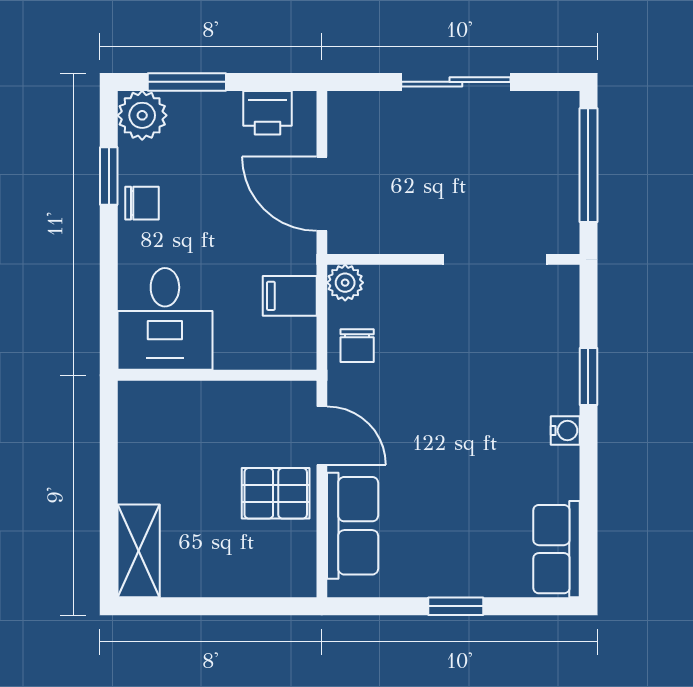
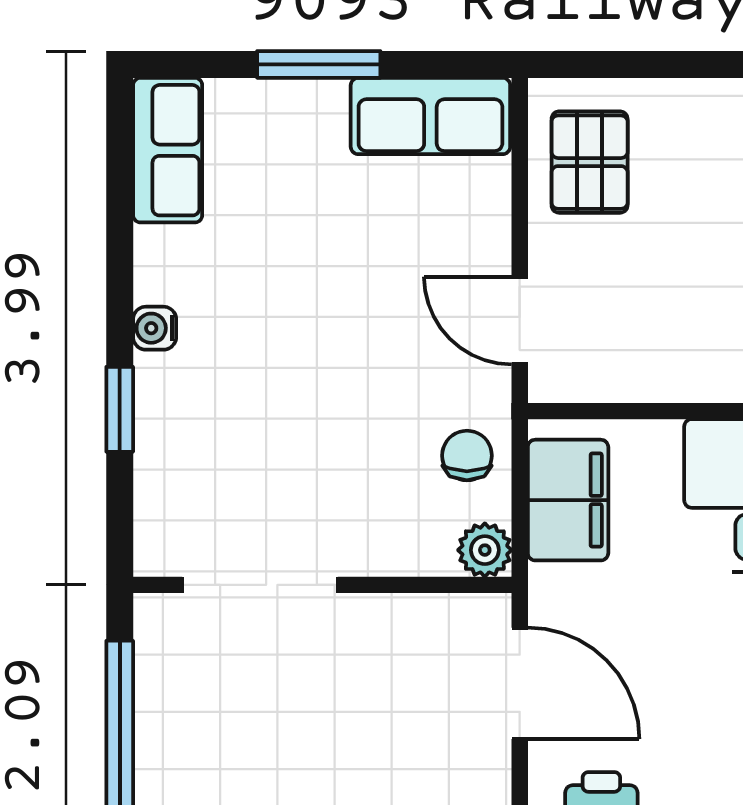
filing cabinet: (290, 296) -> (568, 500), width x2.00
pallet: (276, 493) -> (590, 162), moved, turned 90
row of seats: (353, 526) -> (430, 116), moved, turned -90
window: (456, 606) -> (319, 64), width x1.50

